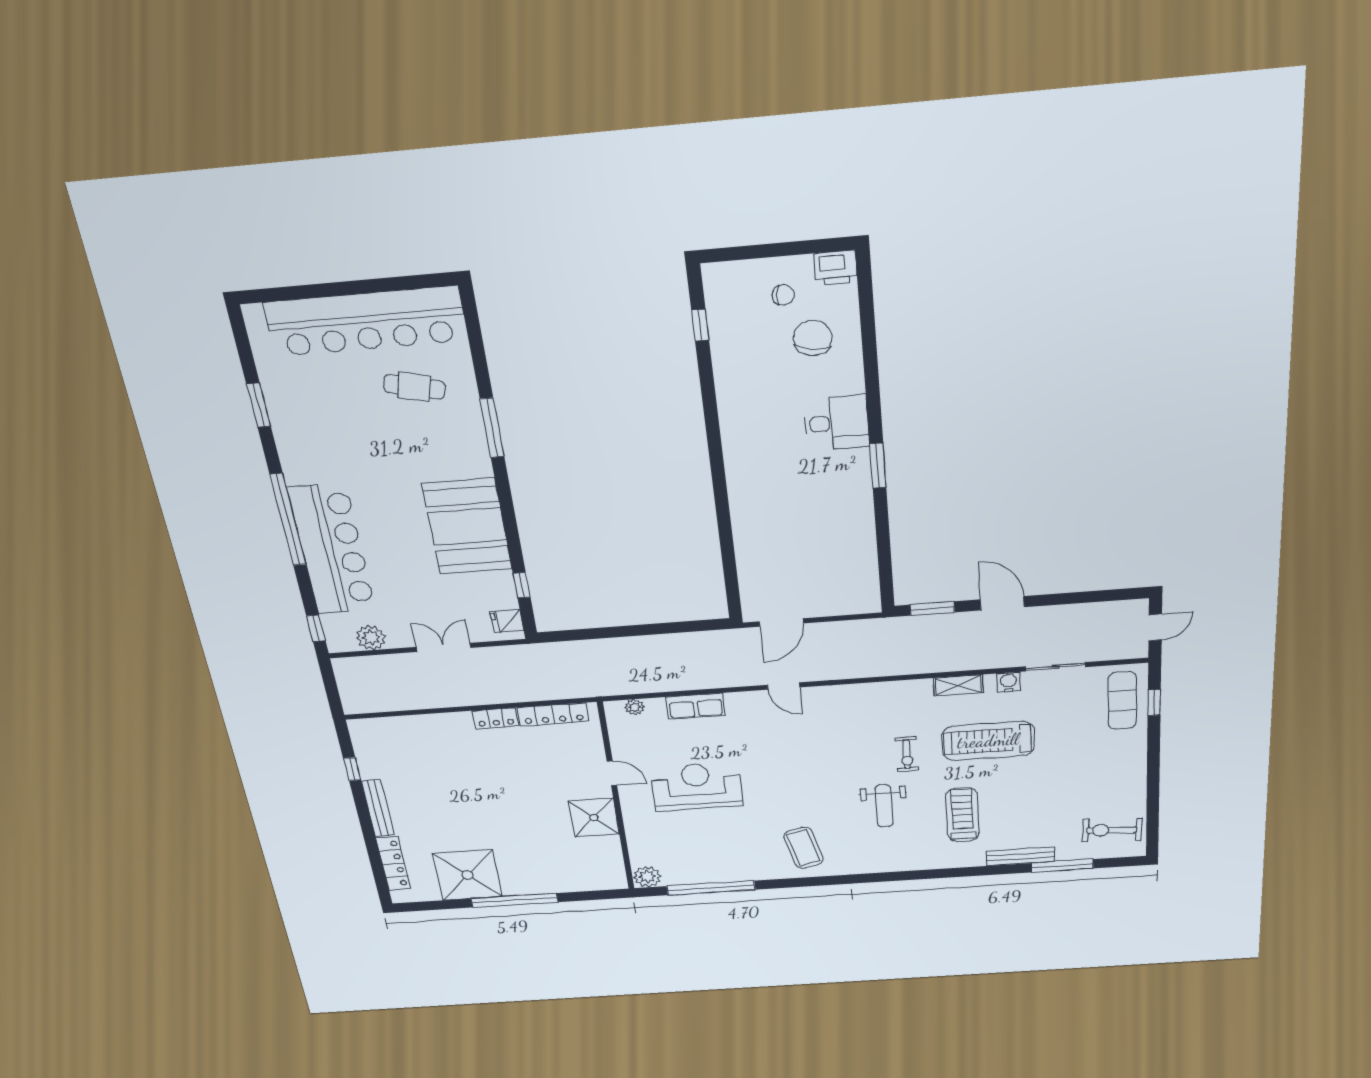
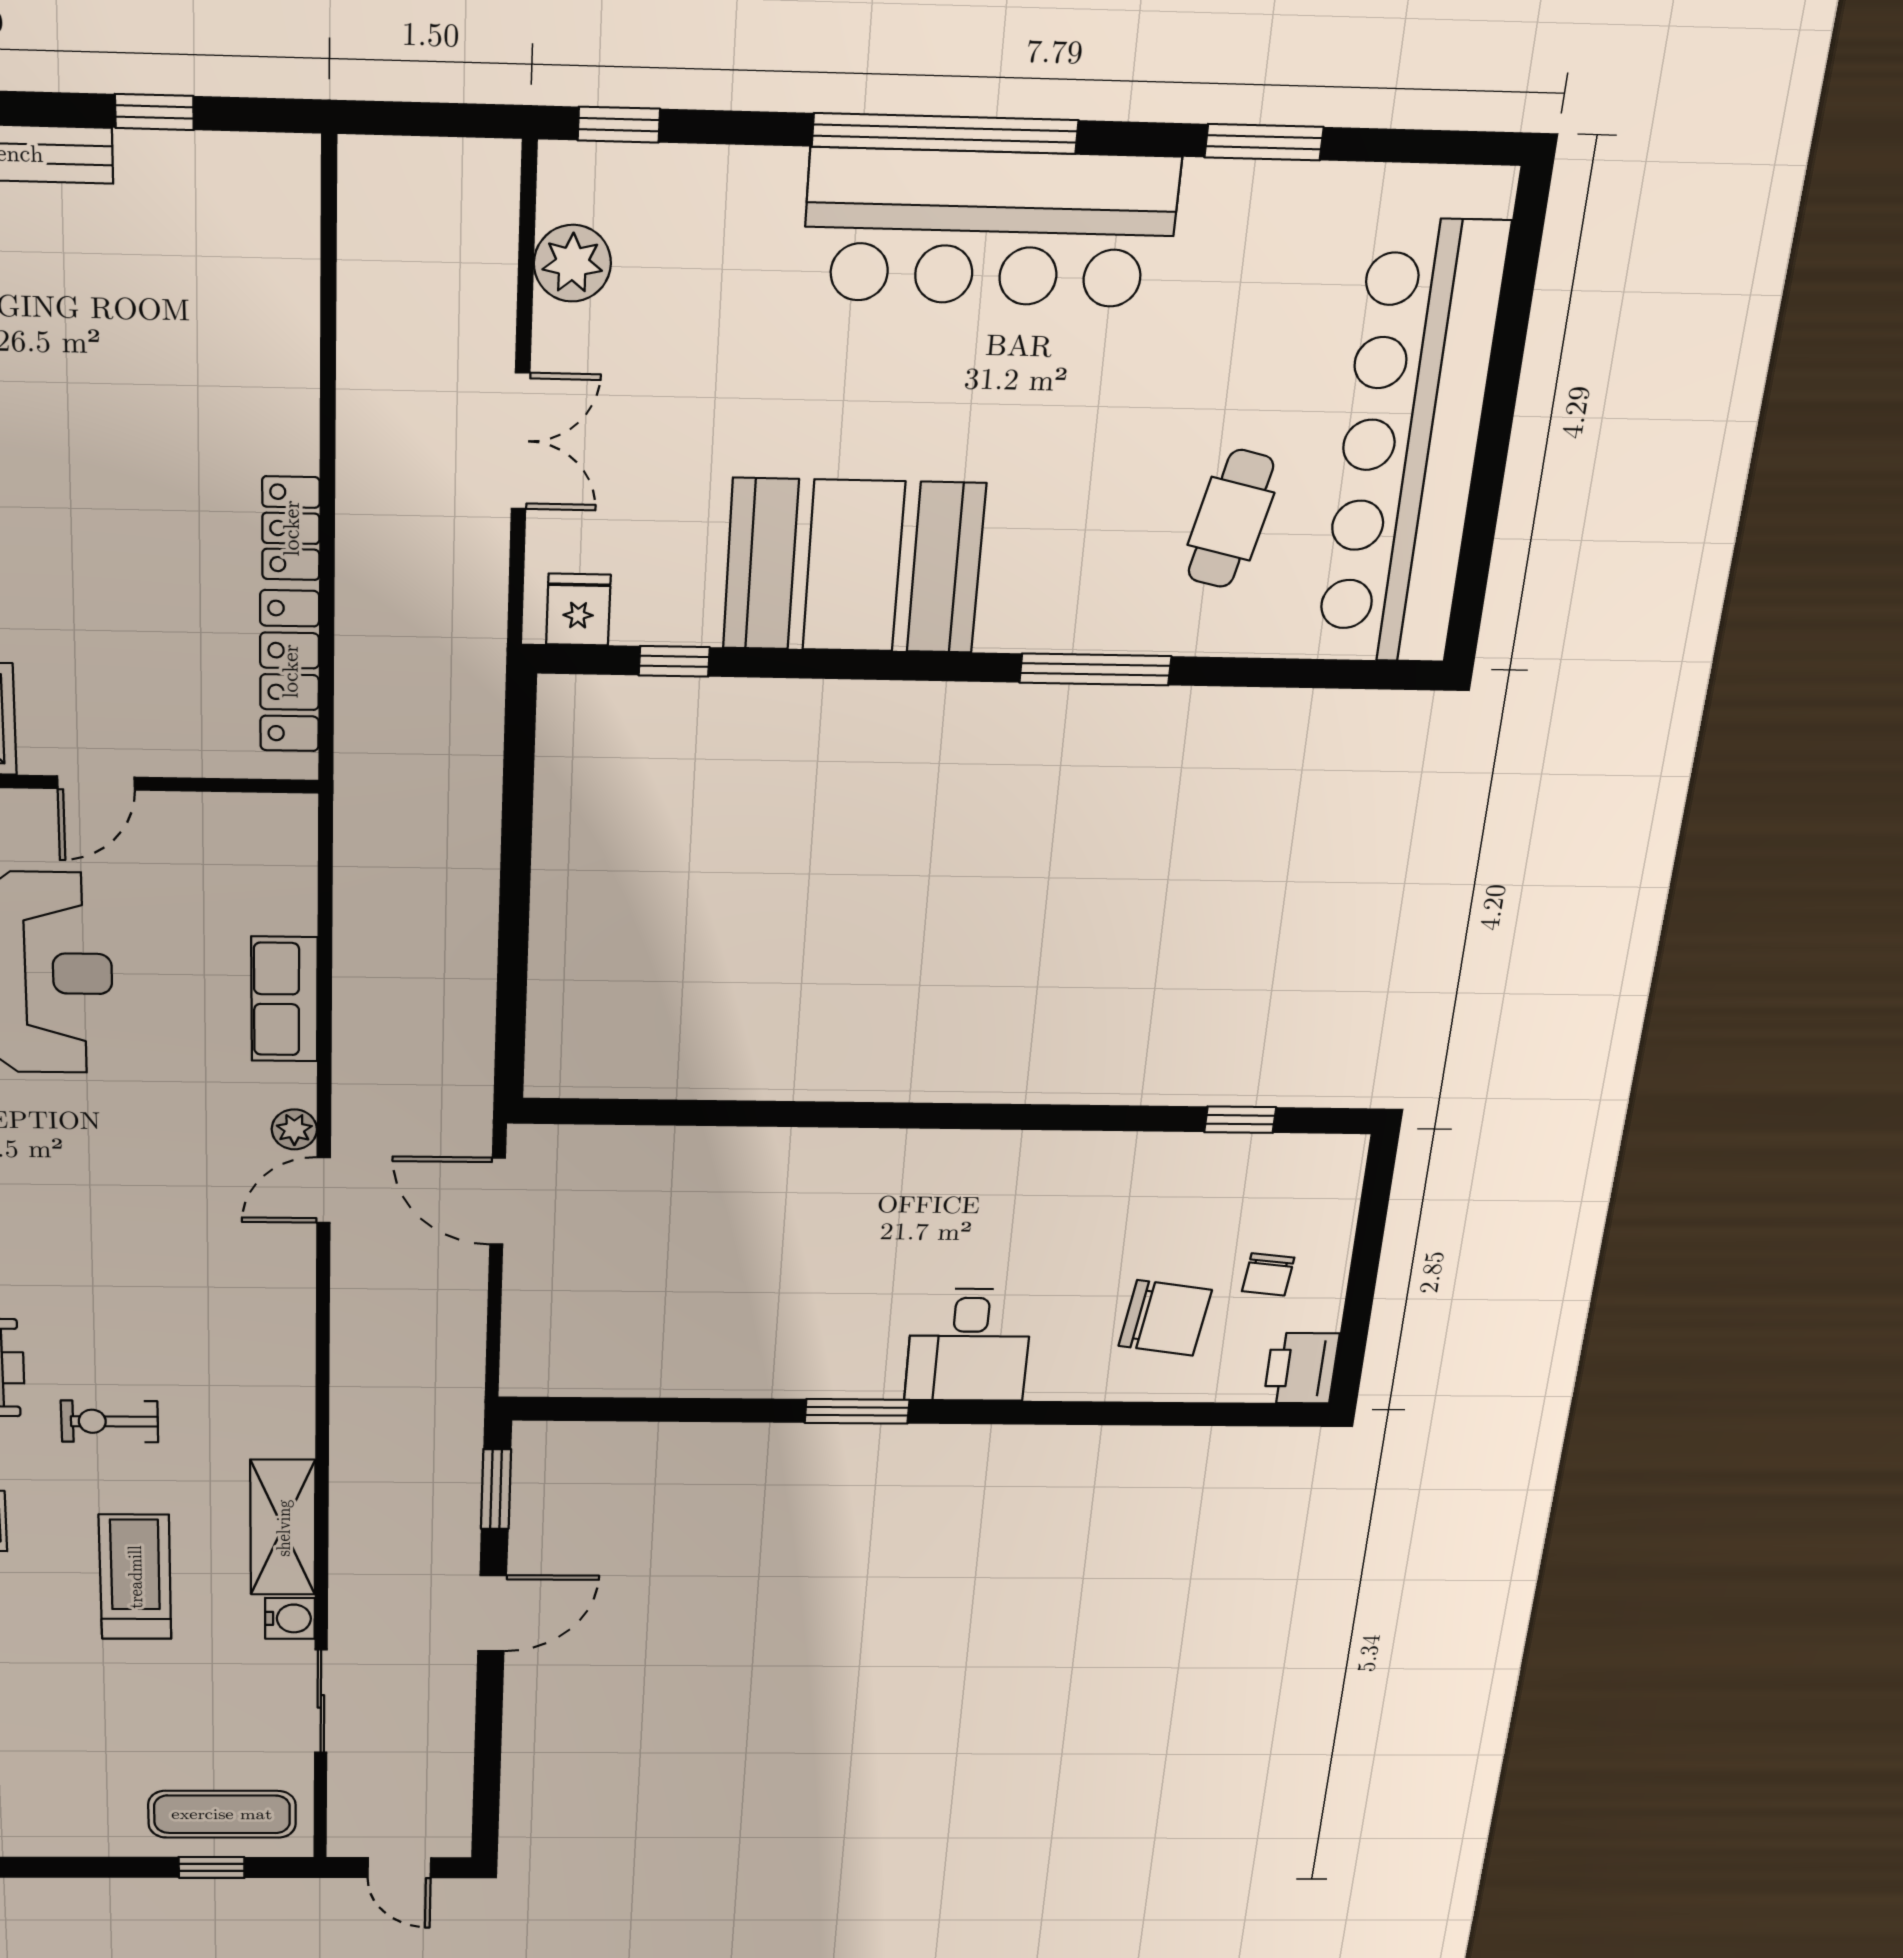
bar counter: (332, 549) -> (990, 228), moved
shelving: (958, 685) -> (283, 1528), width x1.50, depth x1.33
plant: (634, 707) -> (294, 1129), moved
treadmill: (988, 741) -> (135, 1577), width x0.73, depth x0.73

